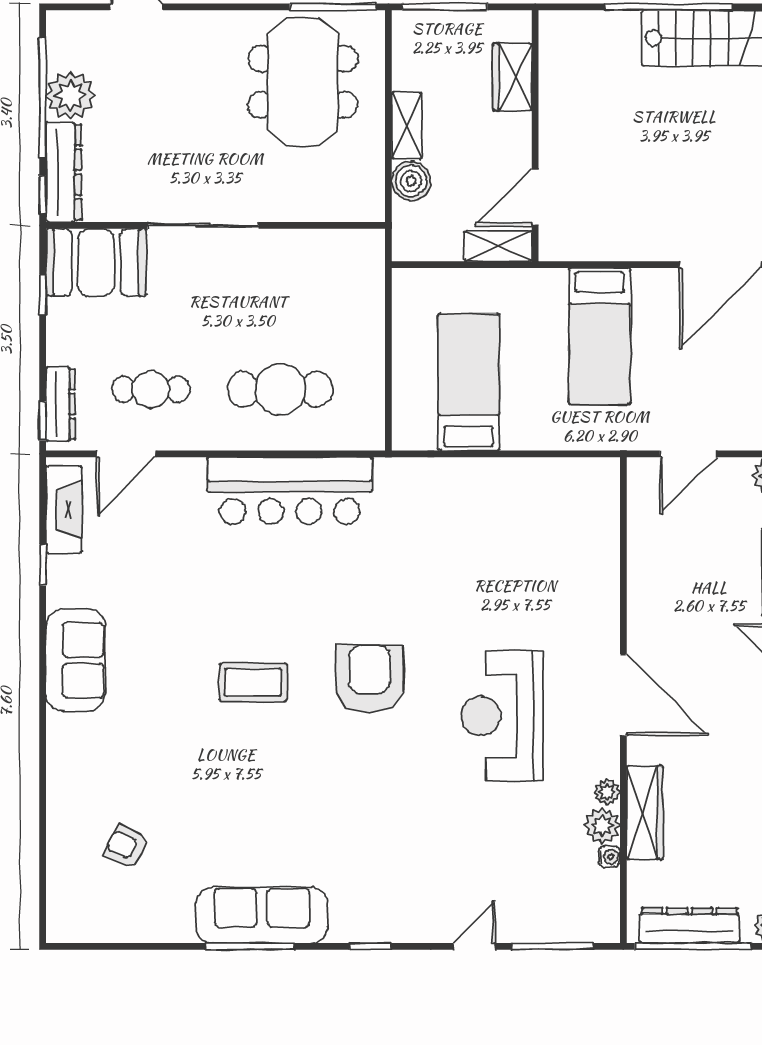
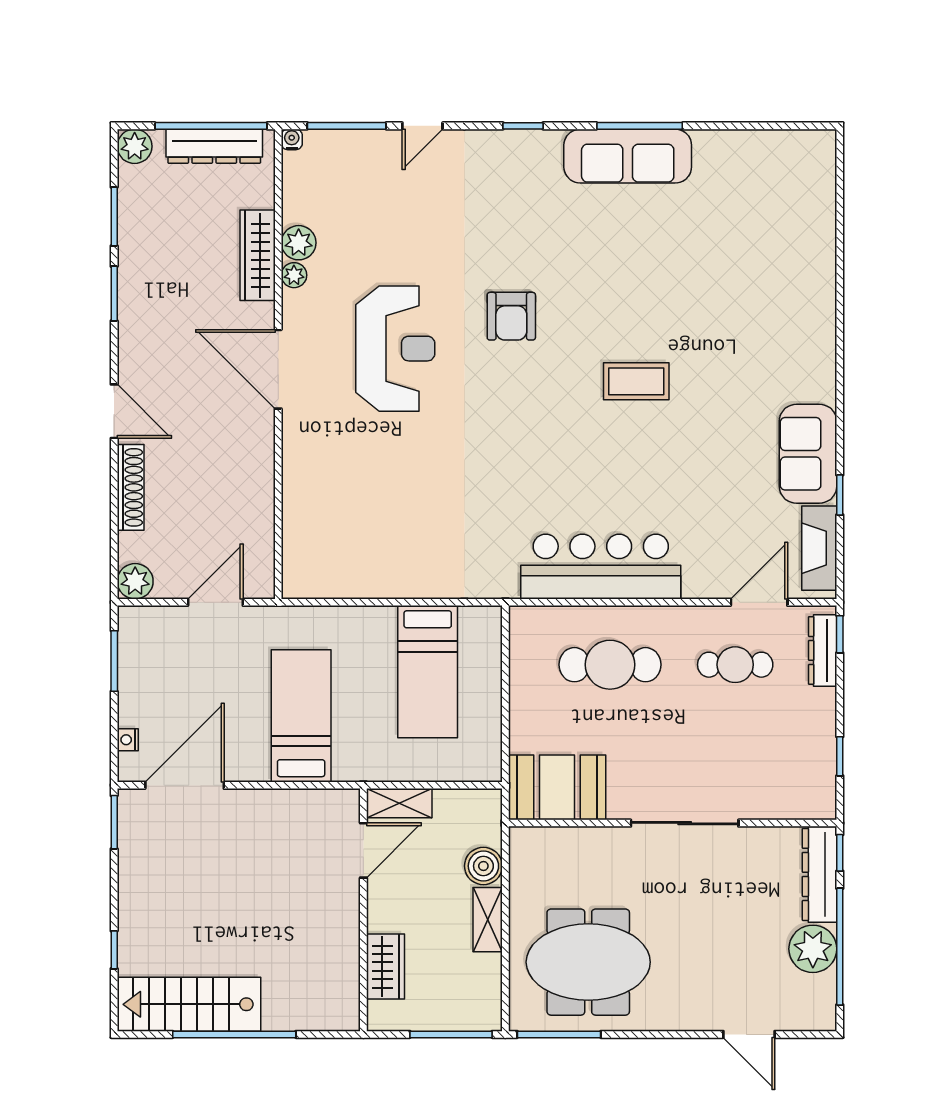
meeting table: (303, 82) -> (588, 962), turned 90
booth: (96, 262) -> (557, 787), moved
sofa: (75, 660) -> (808, 454), moved
armchair: (369, 679) -> (511, 316), moved, width x0.73, depth x0.73
armchair: (127, 847) -> (759, 222), removed
water cooler: (609, 857) -> (292, 139), moved, turned 90

